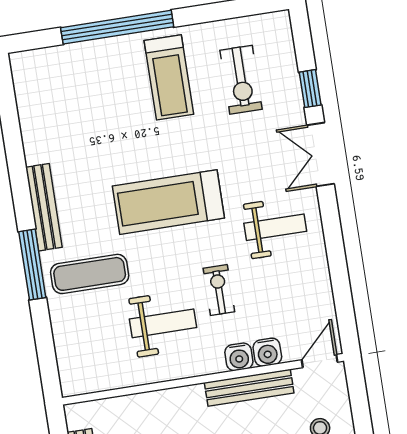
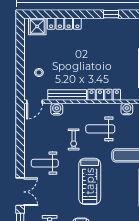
treadmill: (168, 202) -> (90, 181), turned 90
water cooler: (239, 357) -> (127, 109), moved
locker: (166, 401) -> (104, 95), added

